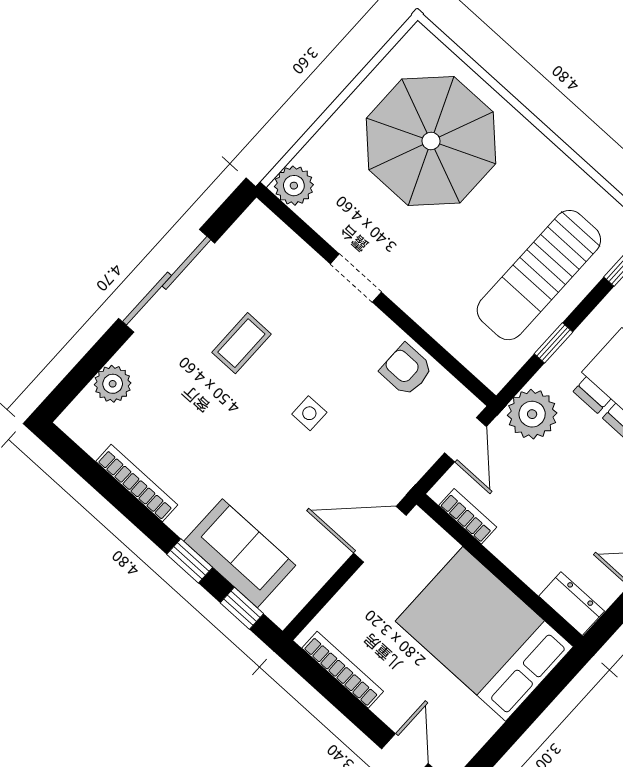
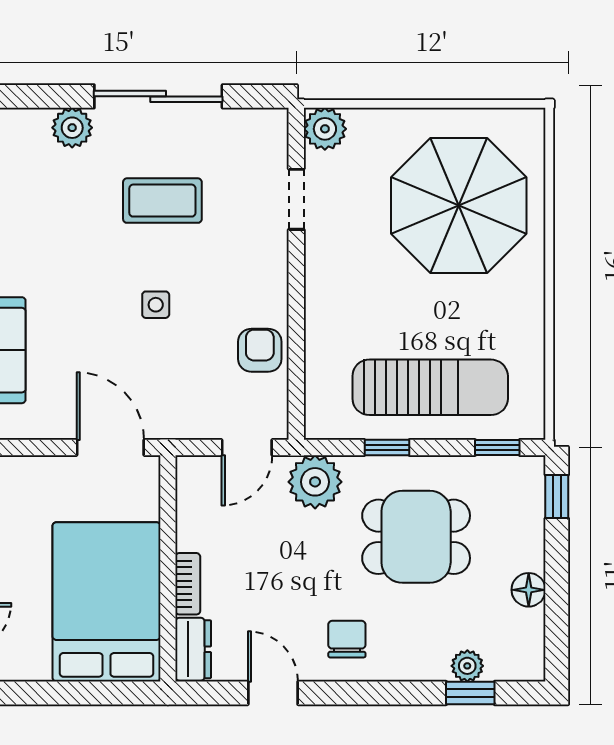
sun lounger: (539, 275) -> (430, 387), turned 180
doorway: (356, 278) -> (296, 199), moved
coffee table: (241, 343) -> (162, 201), width x1.36, depth x1.30
plant: (113, 384) -> (72, 128), moved
bookcase: (468, 516) -> (188, 584), moved

